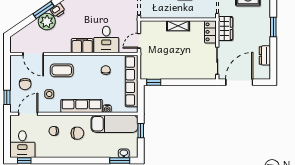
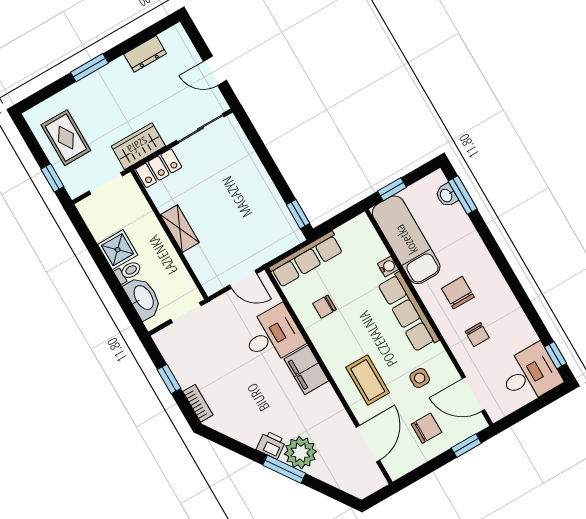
row of seats: (132, 81) -> (306, 259), width x0.73
door: (239, 82) -> (215, 71), width x0.53

